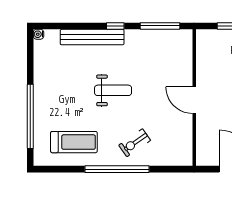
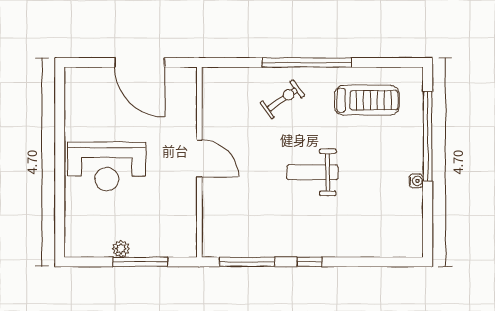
water cooler: (39, 34) -> (416, 181), moved
bench: (92, 37) -> (342, 246), removed
treadmill: (74, 142) -> (367, 100), turned 180

